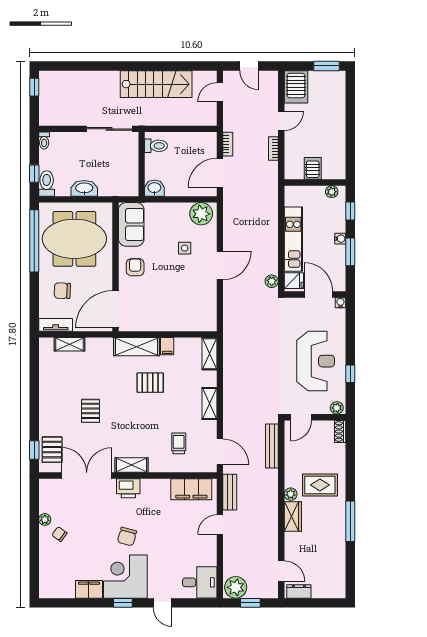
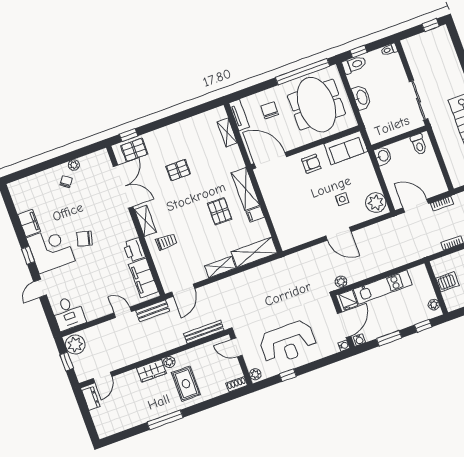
water cooler: (340, 239) -> (359, 340), moved
shelving: (209, 354) -> (254, 252), width x1.50, depth x1.33
trolley: (179, 443) -> (166, 242), moved
printer: (128, 488) -> (134, 250), moved

